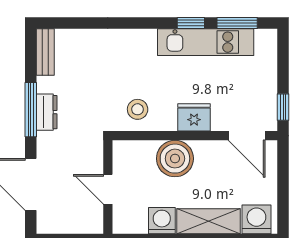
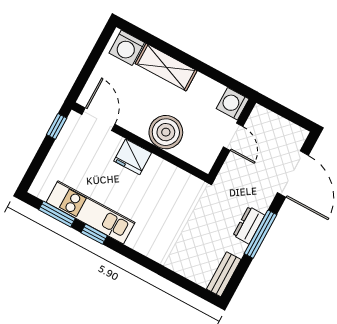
stool: (138, 109) -> (175, 188), removed
washing machine: (162, 221) -> (233, 104), moved, turned 90

